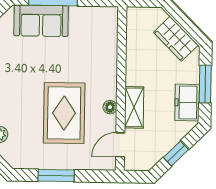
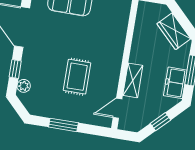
floor lamp: (110, 107) -> (114, 77), removed
rug: (64, 113) -> (77, 77), width x0.73, depth x0.70

